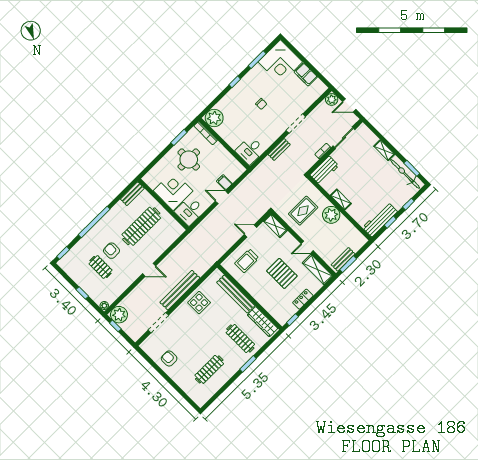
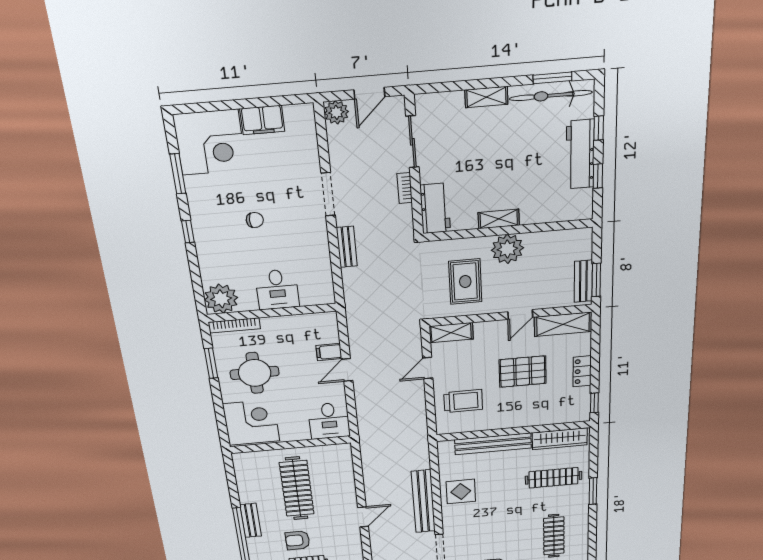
desk: (250, 150) -> (277, 289), moved
corner desk: (173, 191) -> (251, 422), moved, turned 90
bench: (132, 194) -> (251, 520), moved
workbench: (380, 220) -> (580, 154), moved
trolley: (247, 261) -> (463, 401), turned -90

